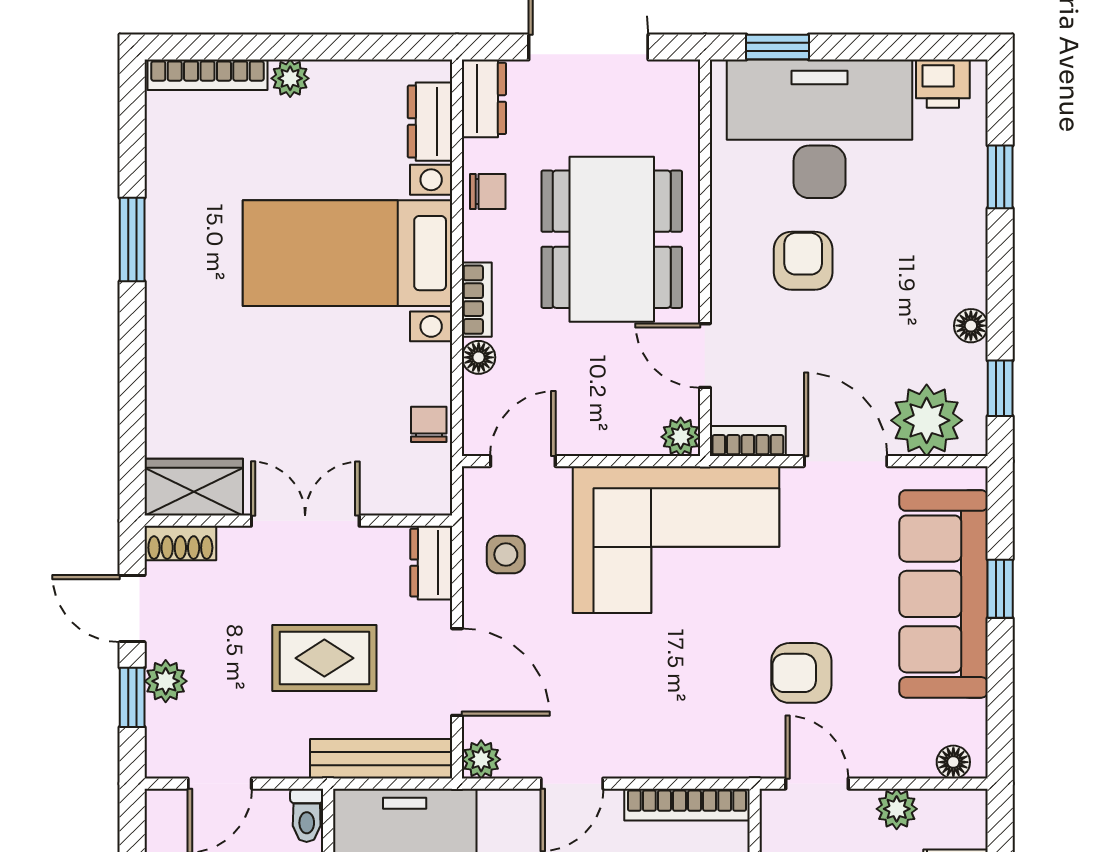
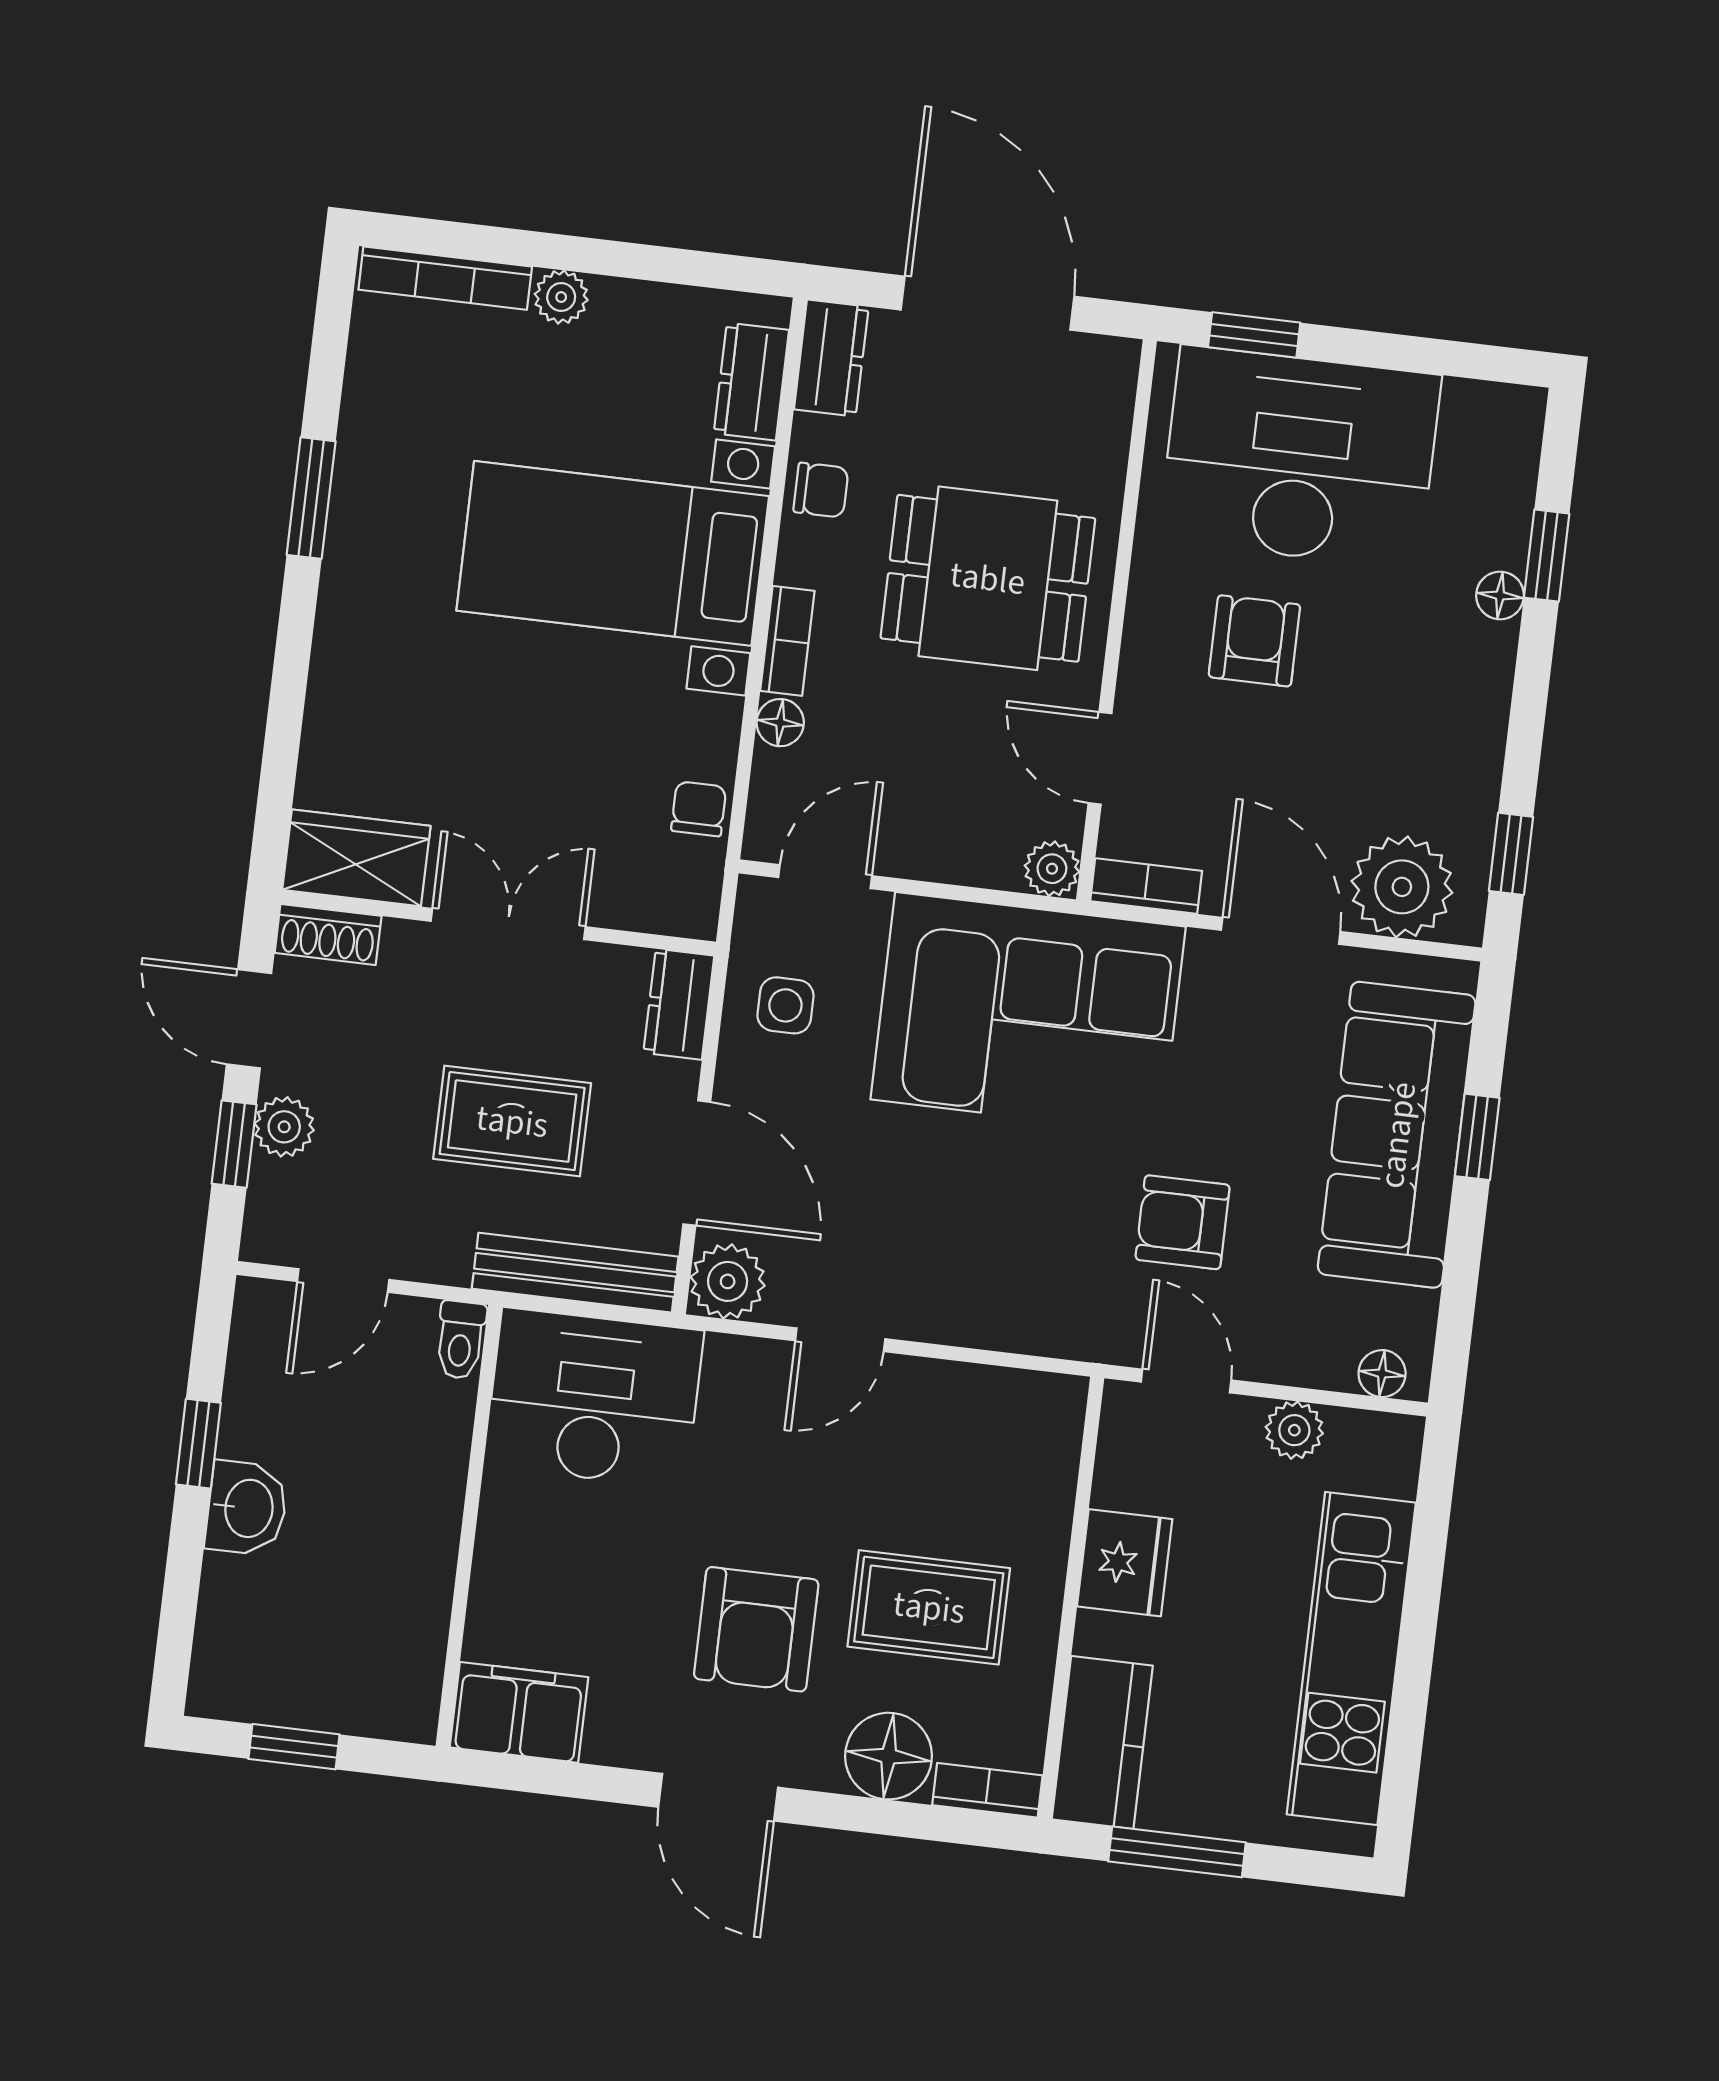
printer: (943, 84) -> (1482, 415), removed
dining table: (612, 239) -> (988, 578), width x0.73
floor lamp: (971, 326) -> (1500, 595), moved
plant: (481, 759) -> (728, 1281), width x1.38, depth x1.38
bookcase: (687, 805) -> (999, 1389), removed

